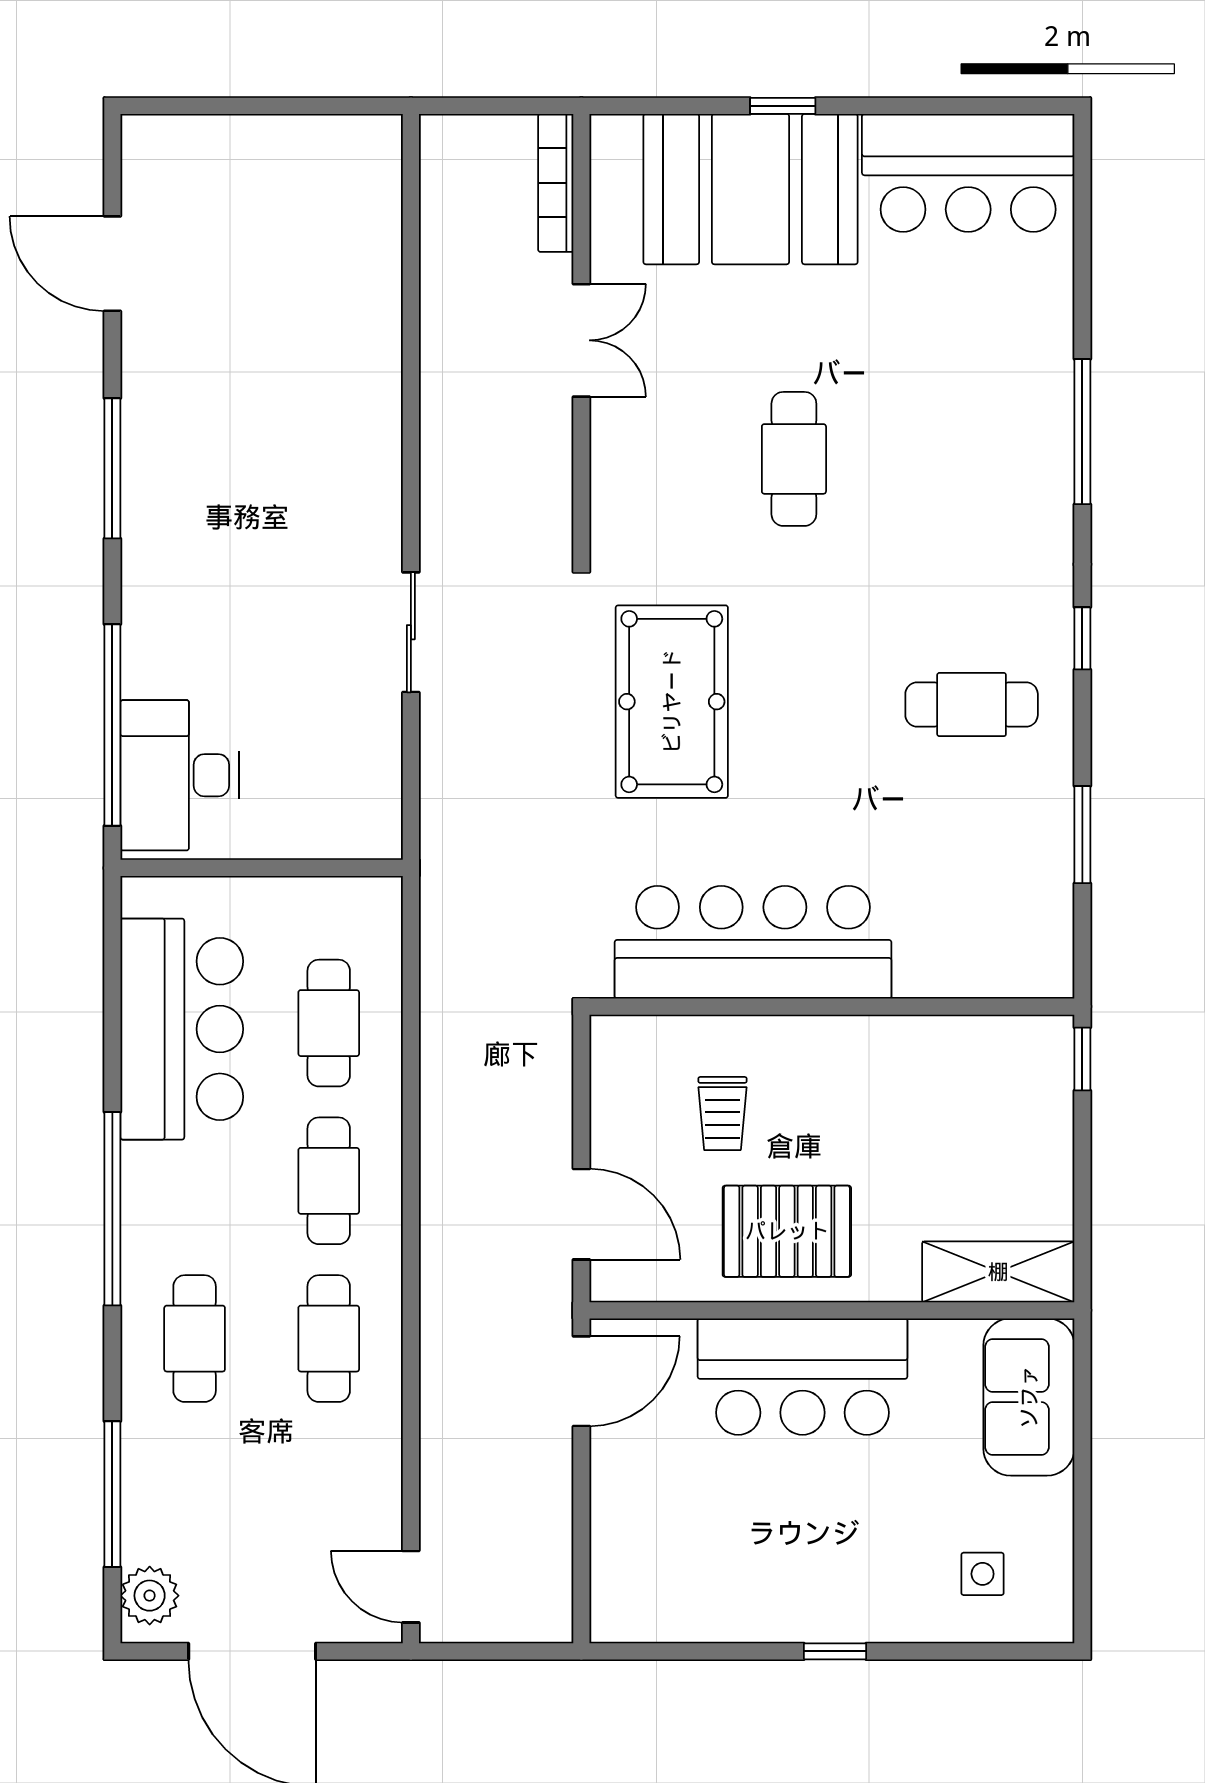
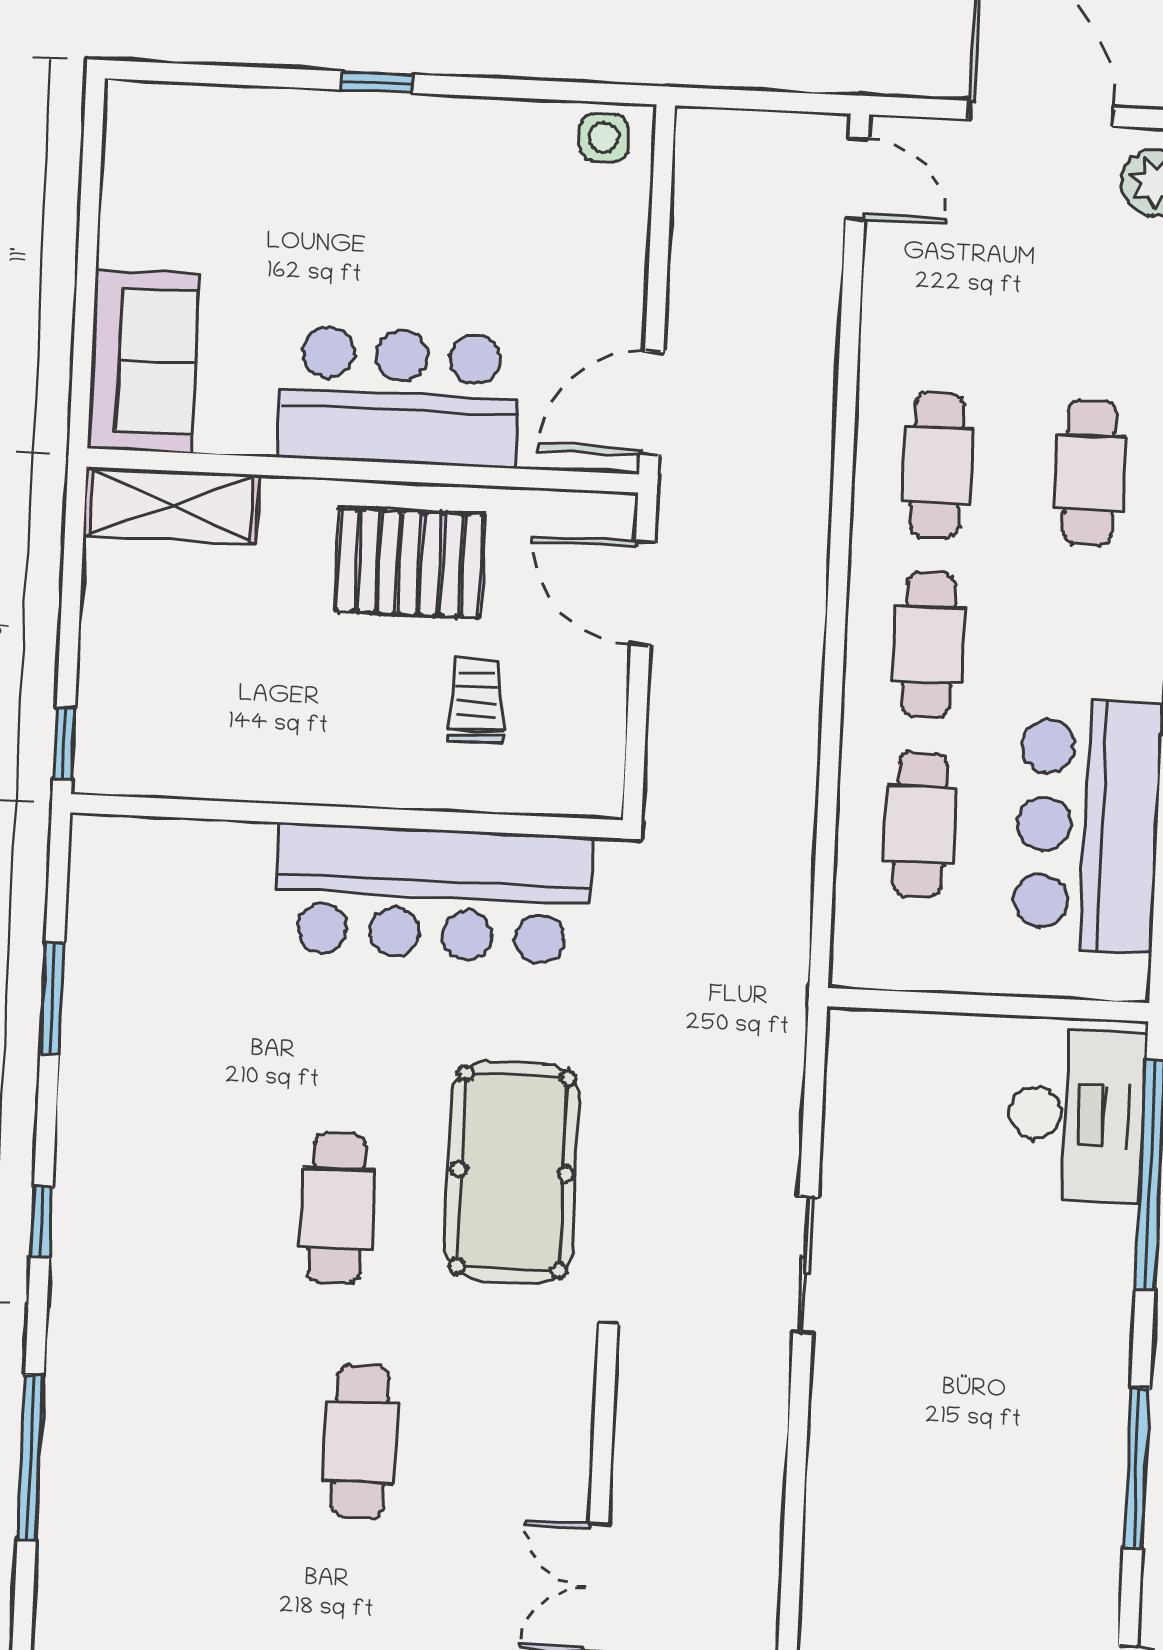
cafe table: (972, 705) -> (337, 1208), moved, turned 90
side table: (983, 1574) -> (604, 138), moved

